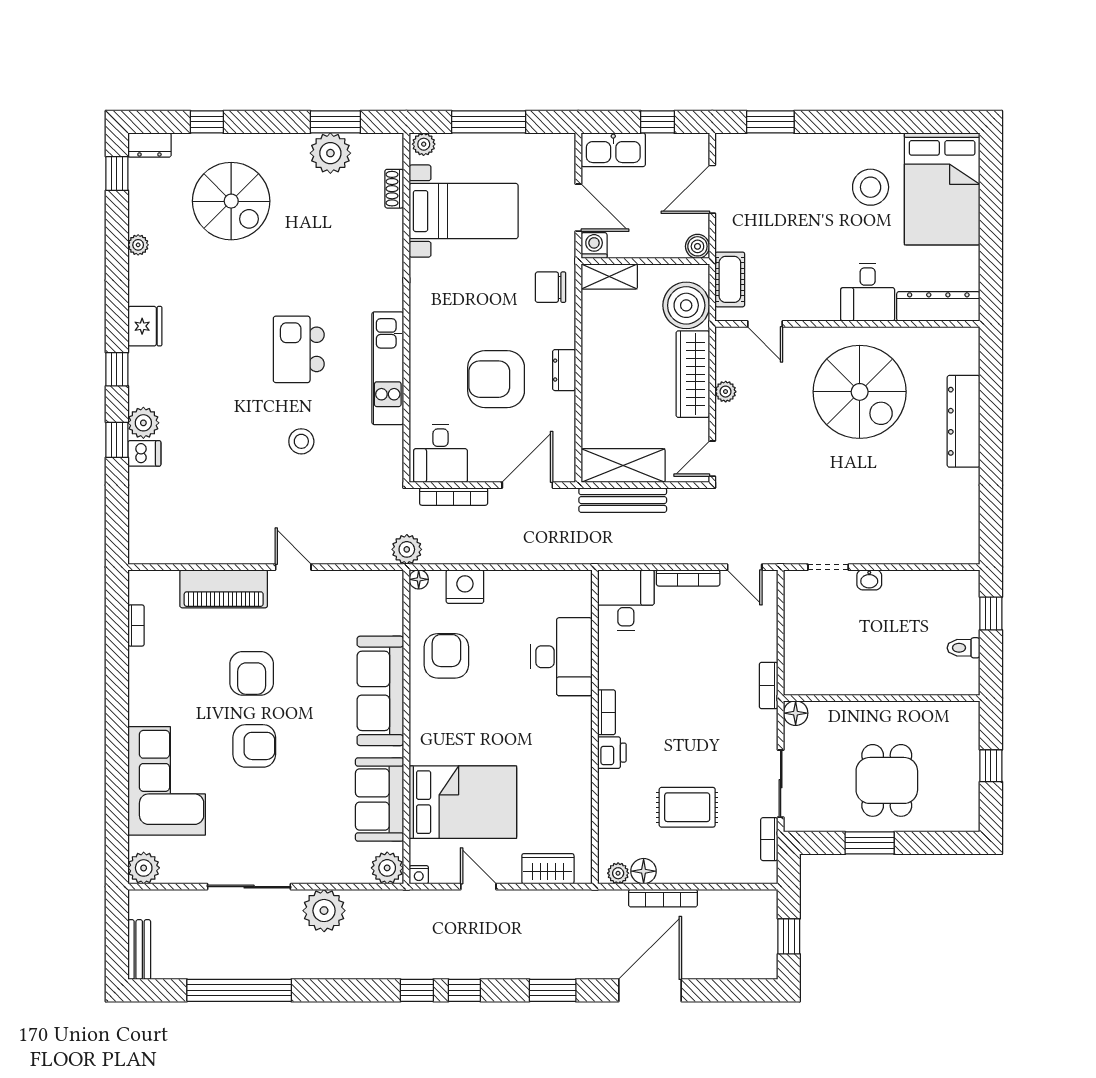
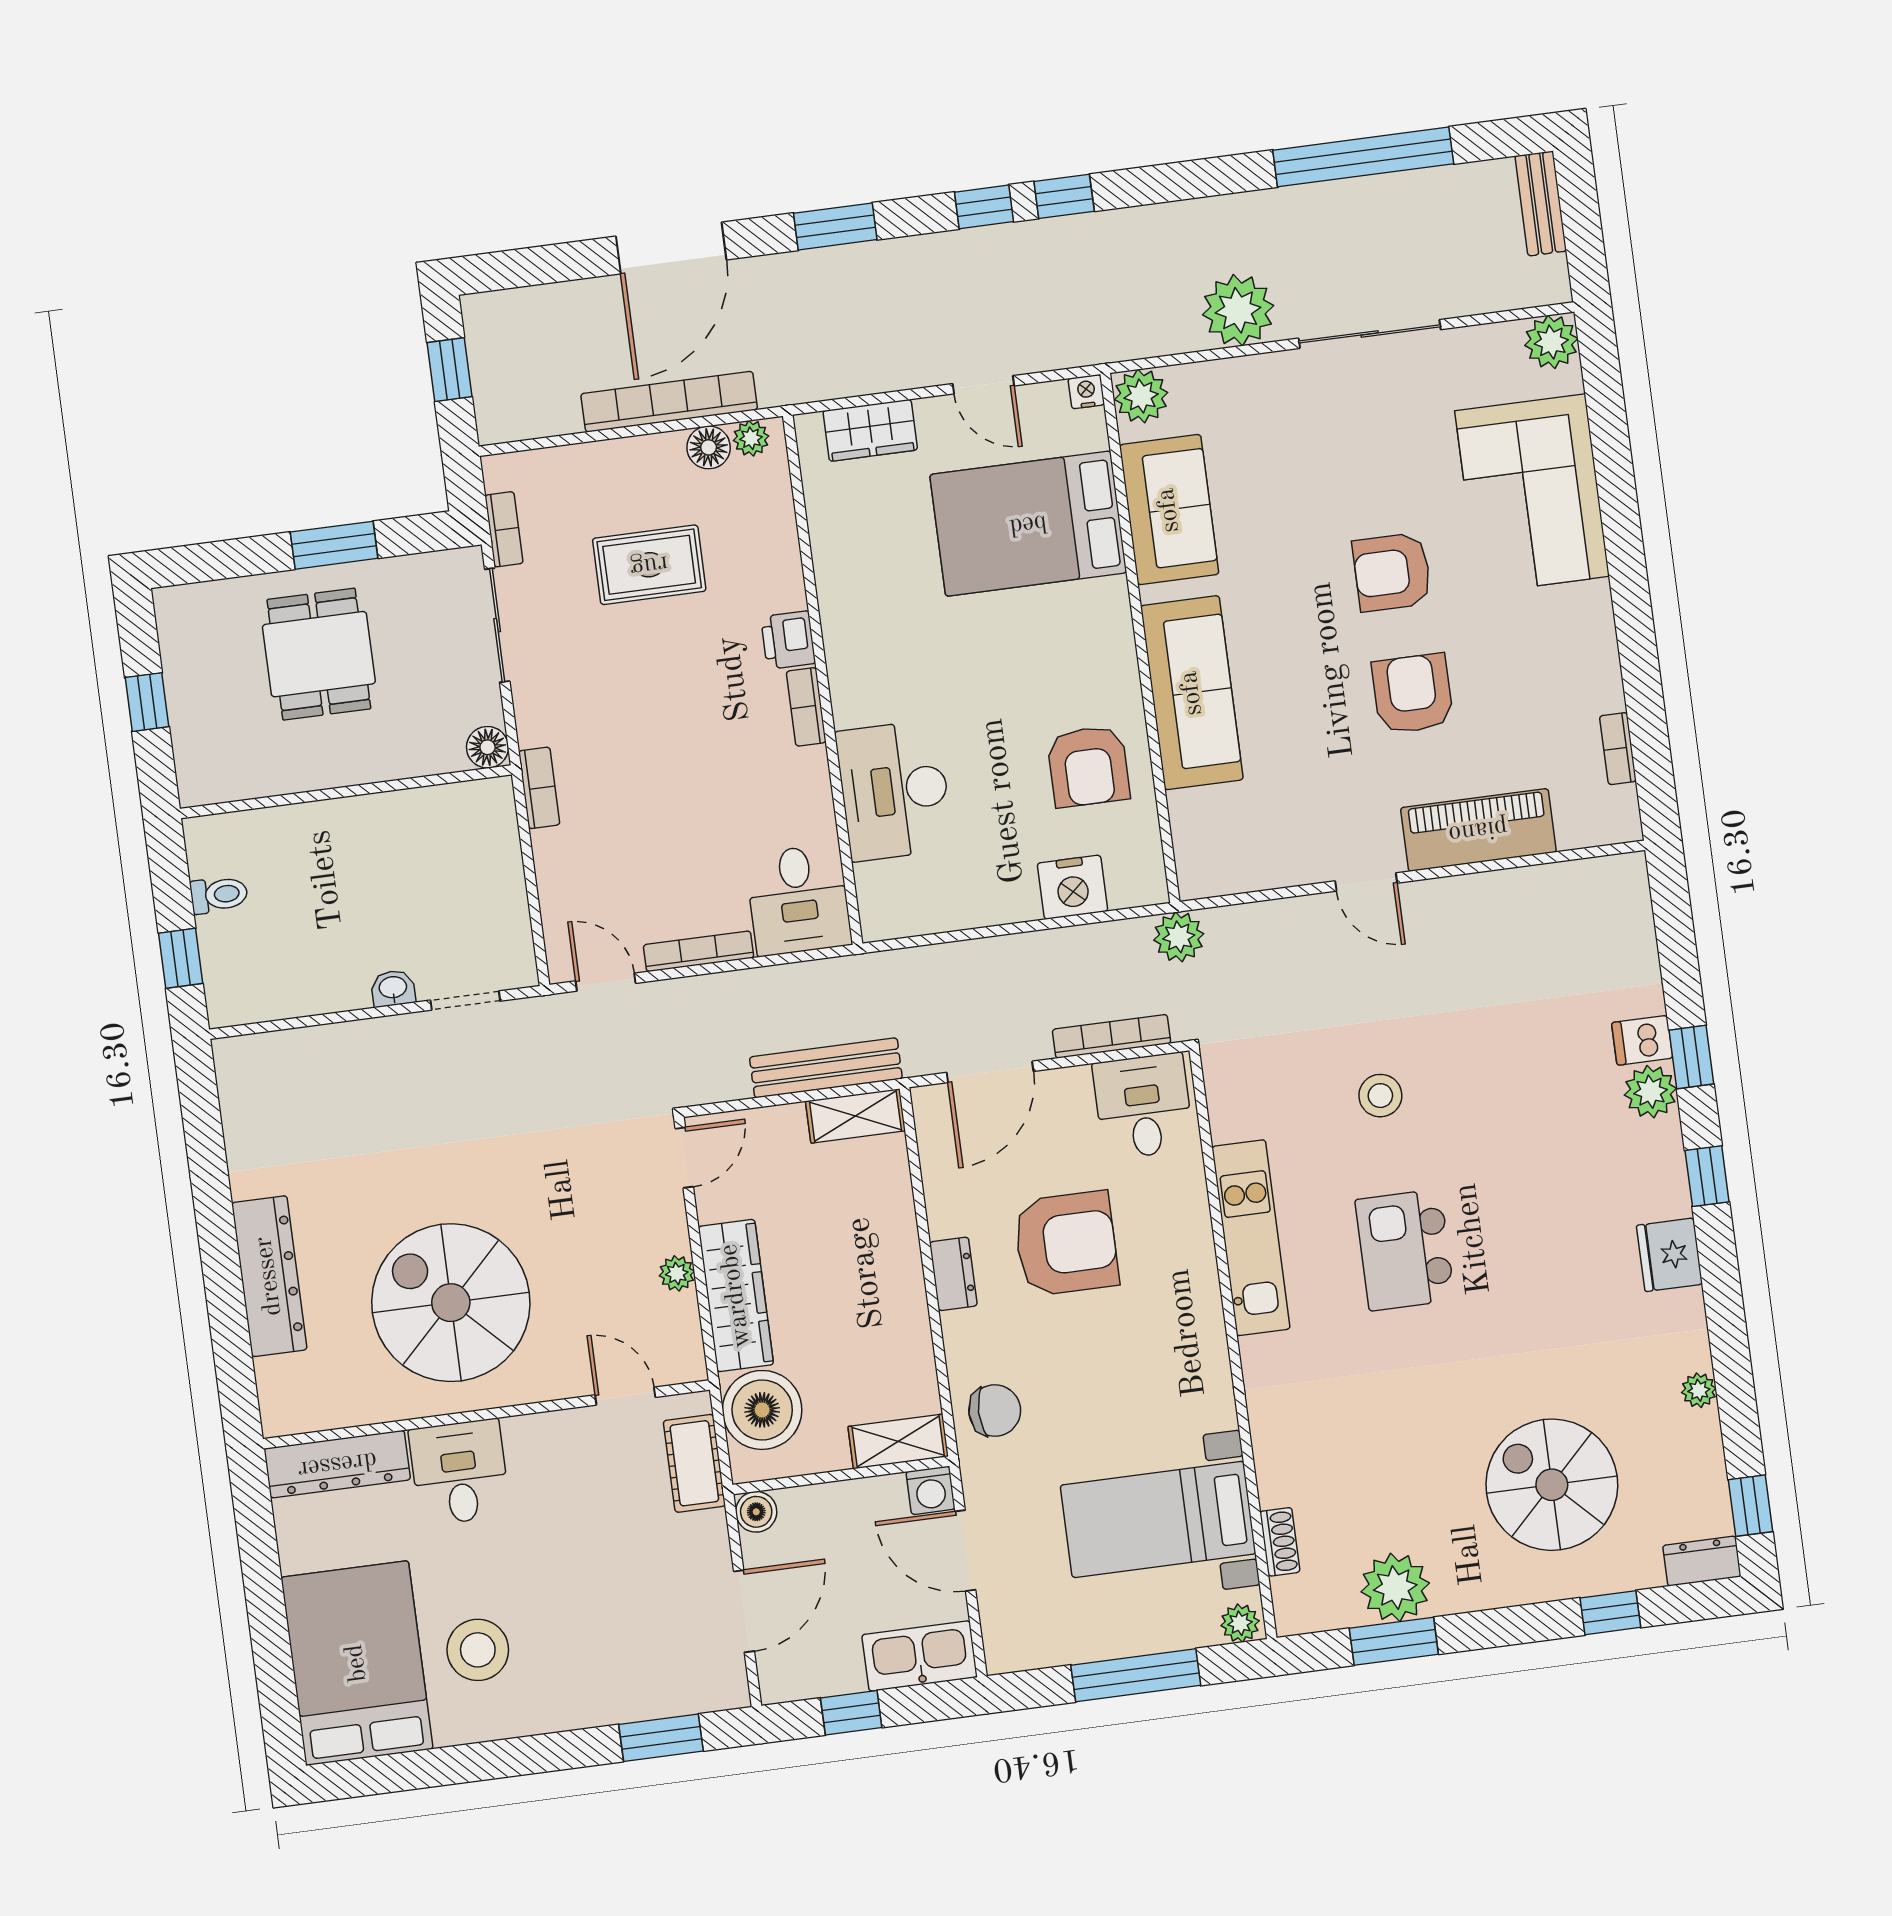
kitchen island: (299, 349) -> (1405, 1250), turned 180
shelving: (623, 466) -> (855, 1116), width x0.67, depth x0.75
floor lamp: (419, 579) -> (1152, 889), removed
bookcase: (663, 898) -> (669, 402), width x1.48, depth x1.31

